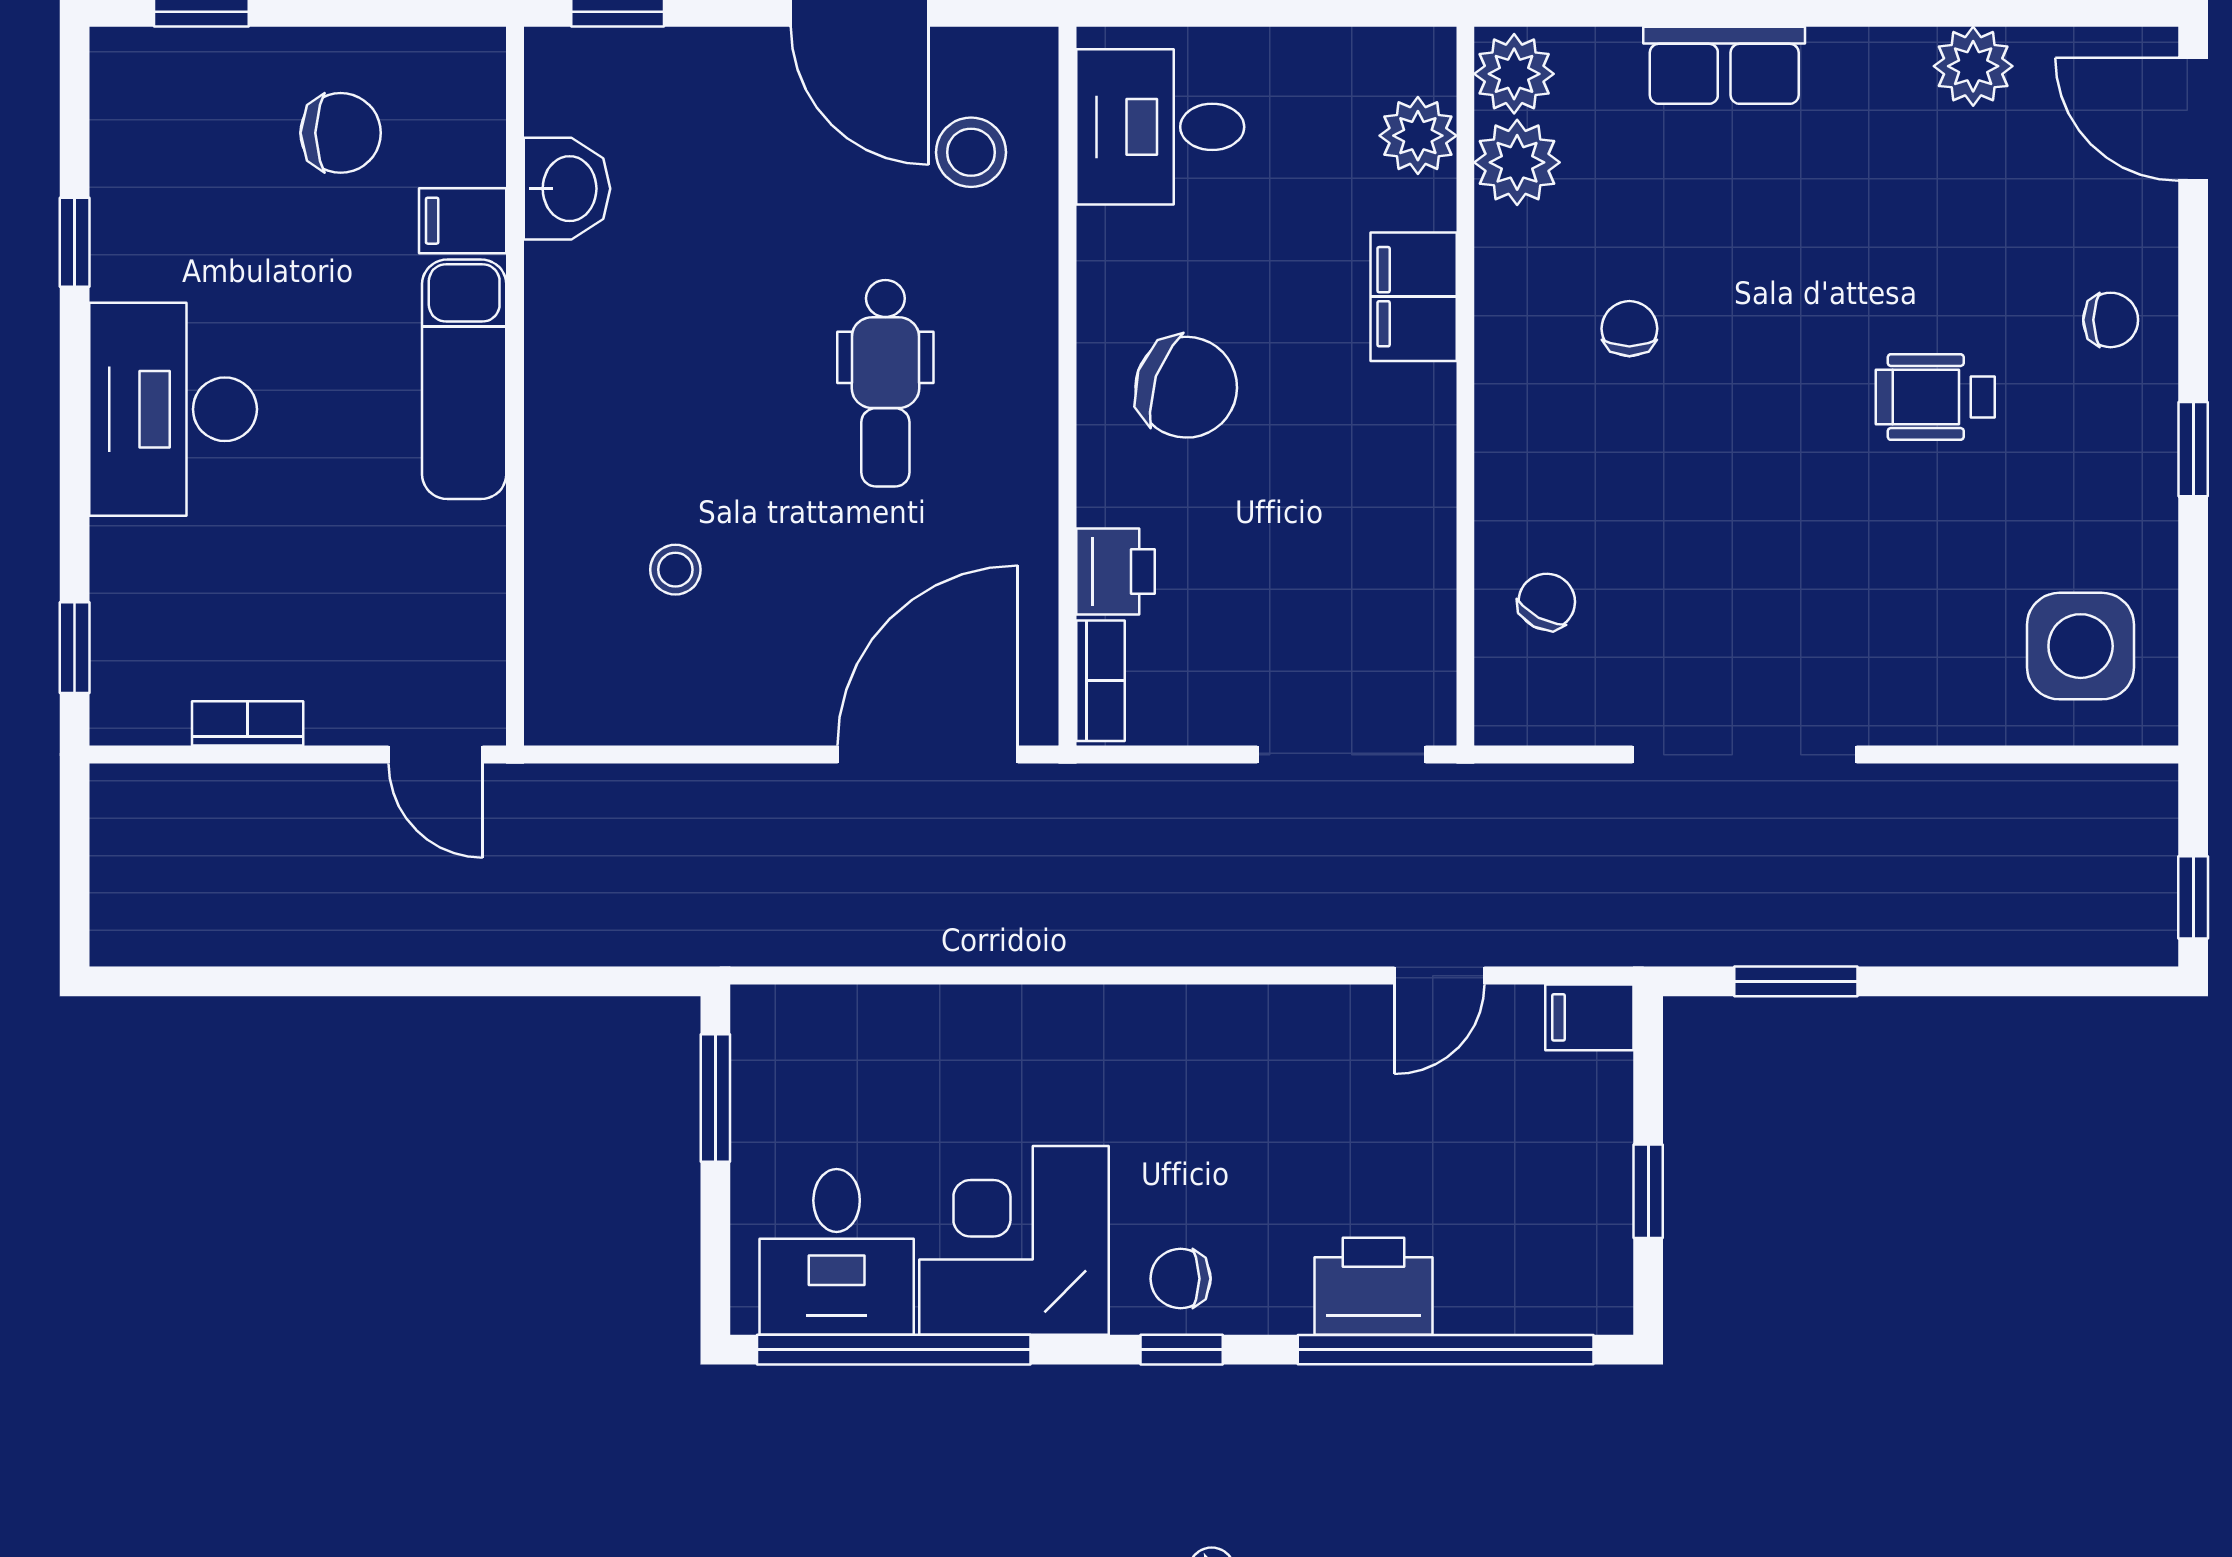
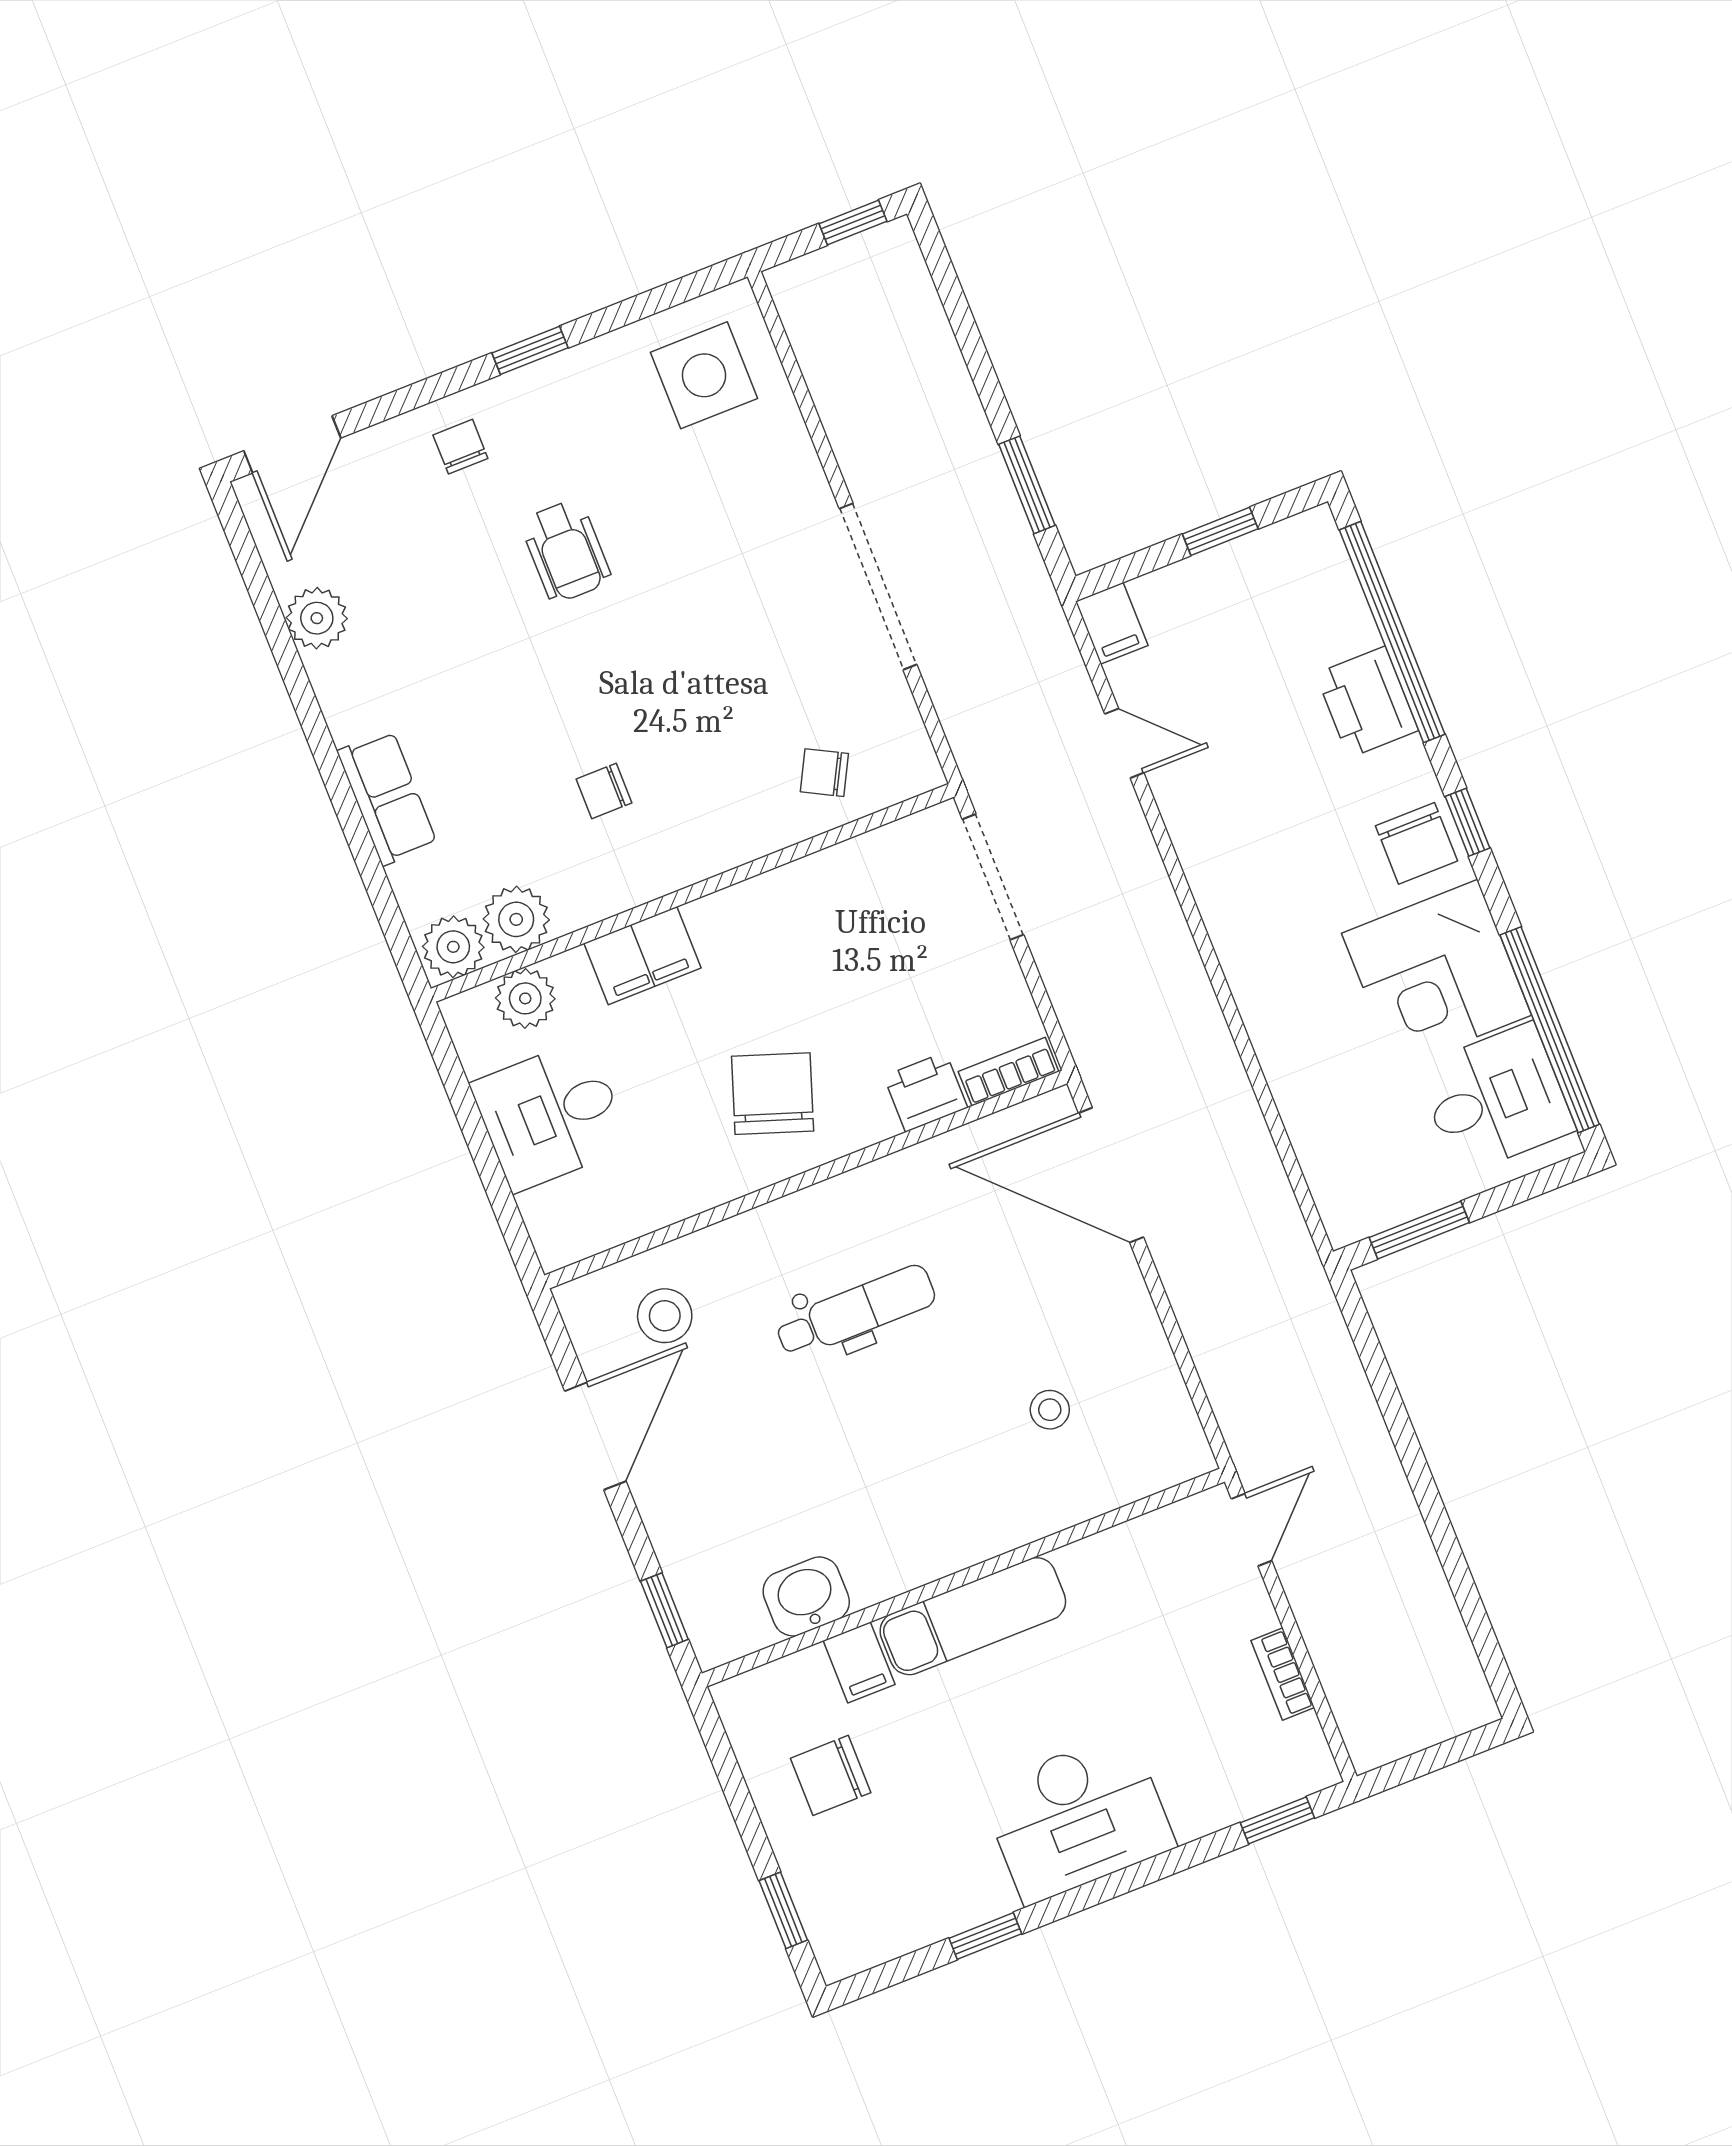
desk: (1160, 127) -> (551, 1115), moved, turned 90
chair: (341, 133) -> (831, 1775), turned -90
chair: (1181, 1279) -> (1417, 843), width x1.37, depth x1.37

